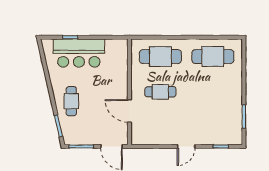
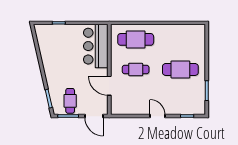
bar counter: (79, 53) -> (96, 46), moved, turned 90
cafe table: (213, 57) -> (180, 69), moved
cafe table: (71, 101) -> (70, 101), moved
door: (186, 146) -> (158, 116), swing flipped

